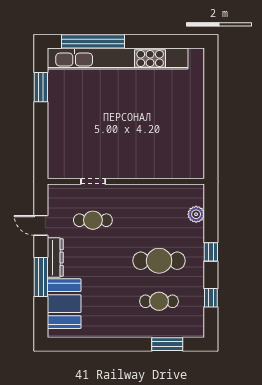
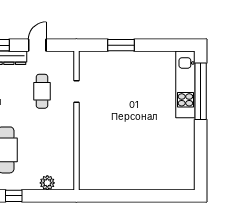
kitchen unit: (118, 58) -> (185, 84), width x0.54
window: (41, 87) -> (121, 45), moved

